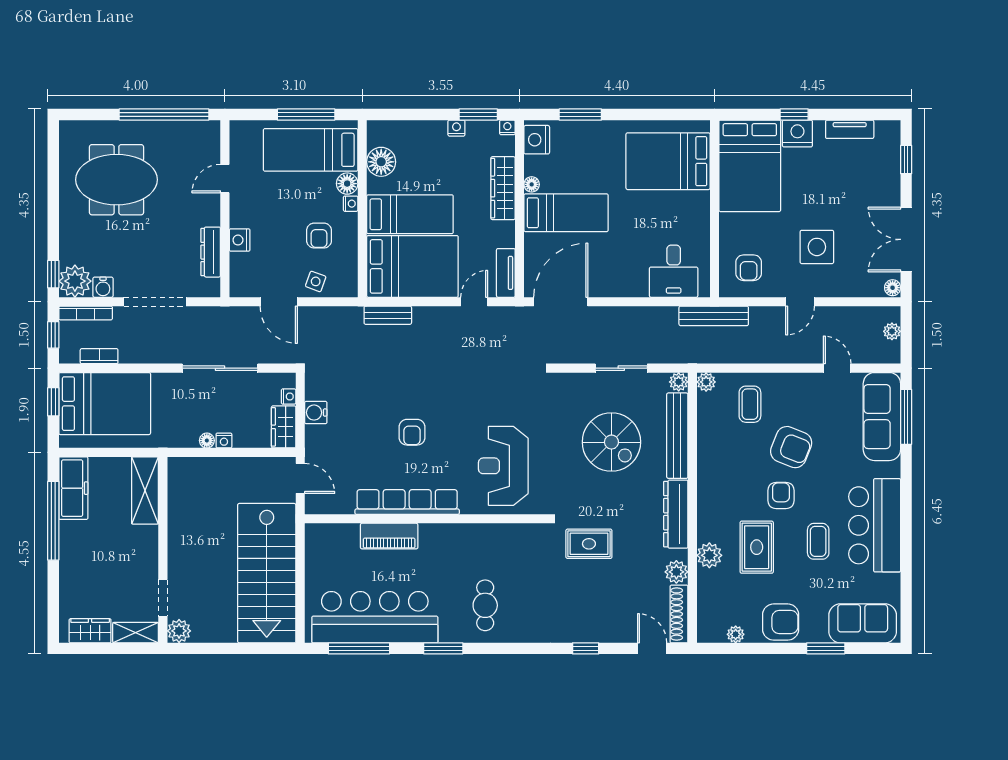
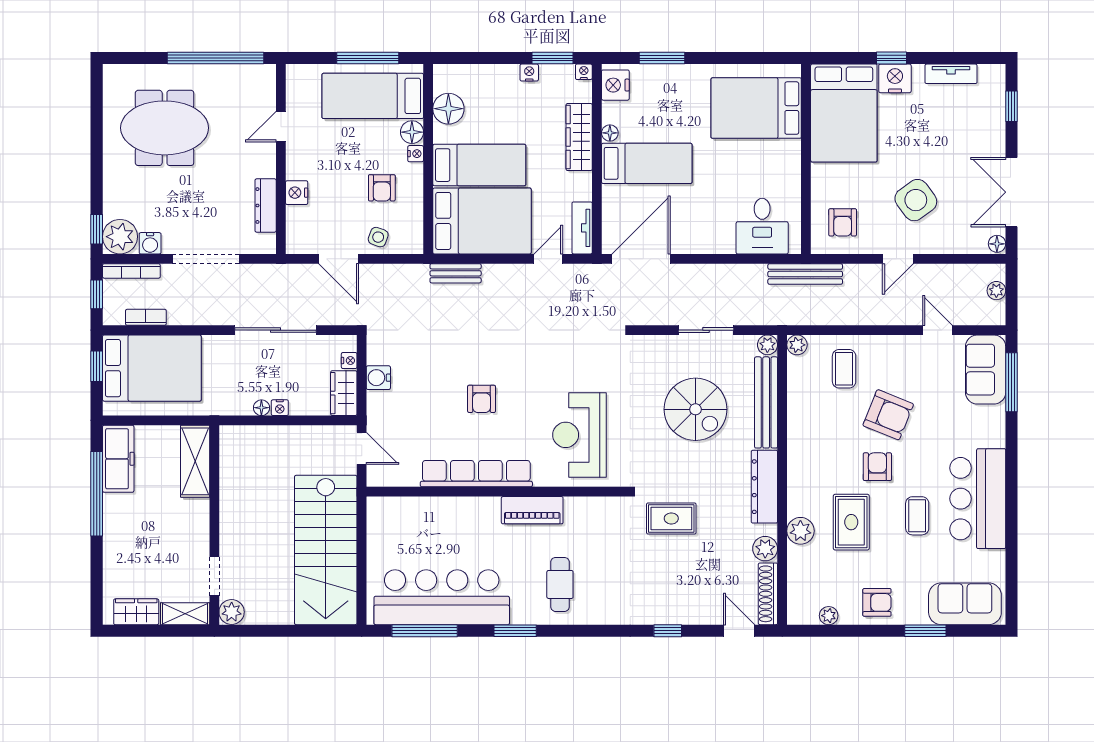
side table: (817, 247) -> (916, 200), turned -36
sofa: (882, 417) -> (986, 370), width x0.73
piano: (389, 536) -> (532, 510), moved
armchair: (781, 622) -> (877, 602), width x0.72, depth x0.72

